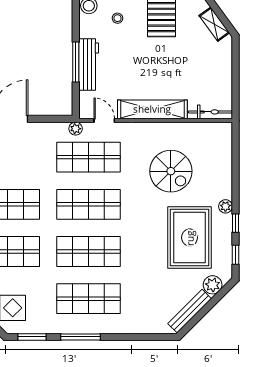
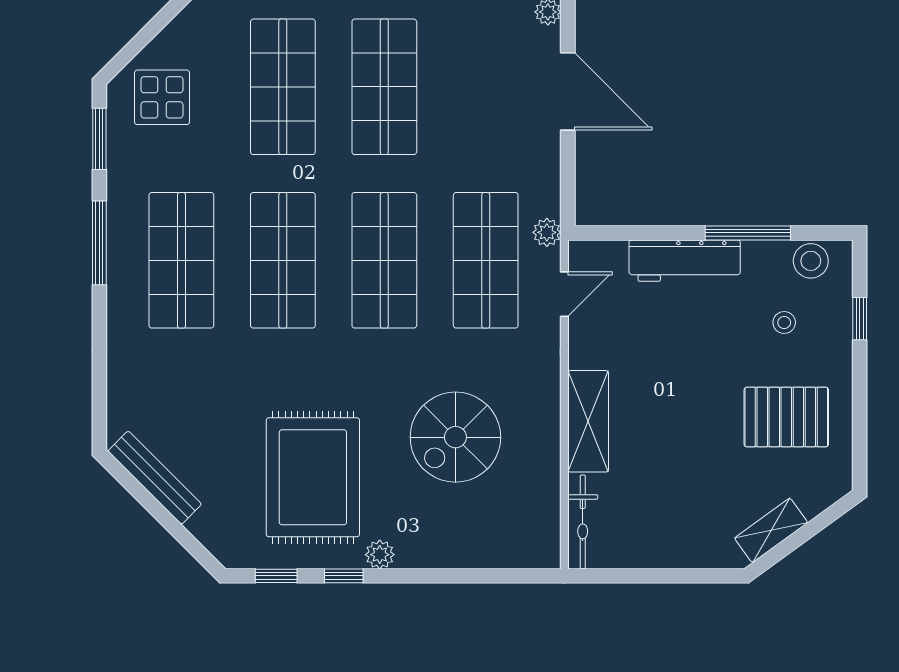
window: (76, 62) -> (748, 233), moved
shelving: (152, 109) -> (588, 421), width x0.68
rug: (190, 238) -> (313, 477), turned 90
plant: (213, 285) -> (211, 527), removed

